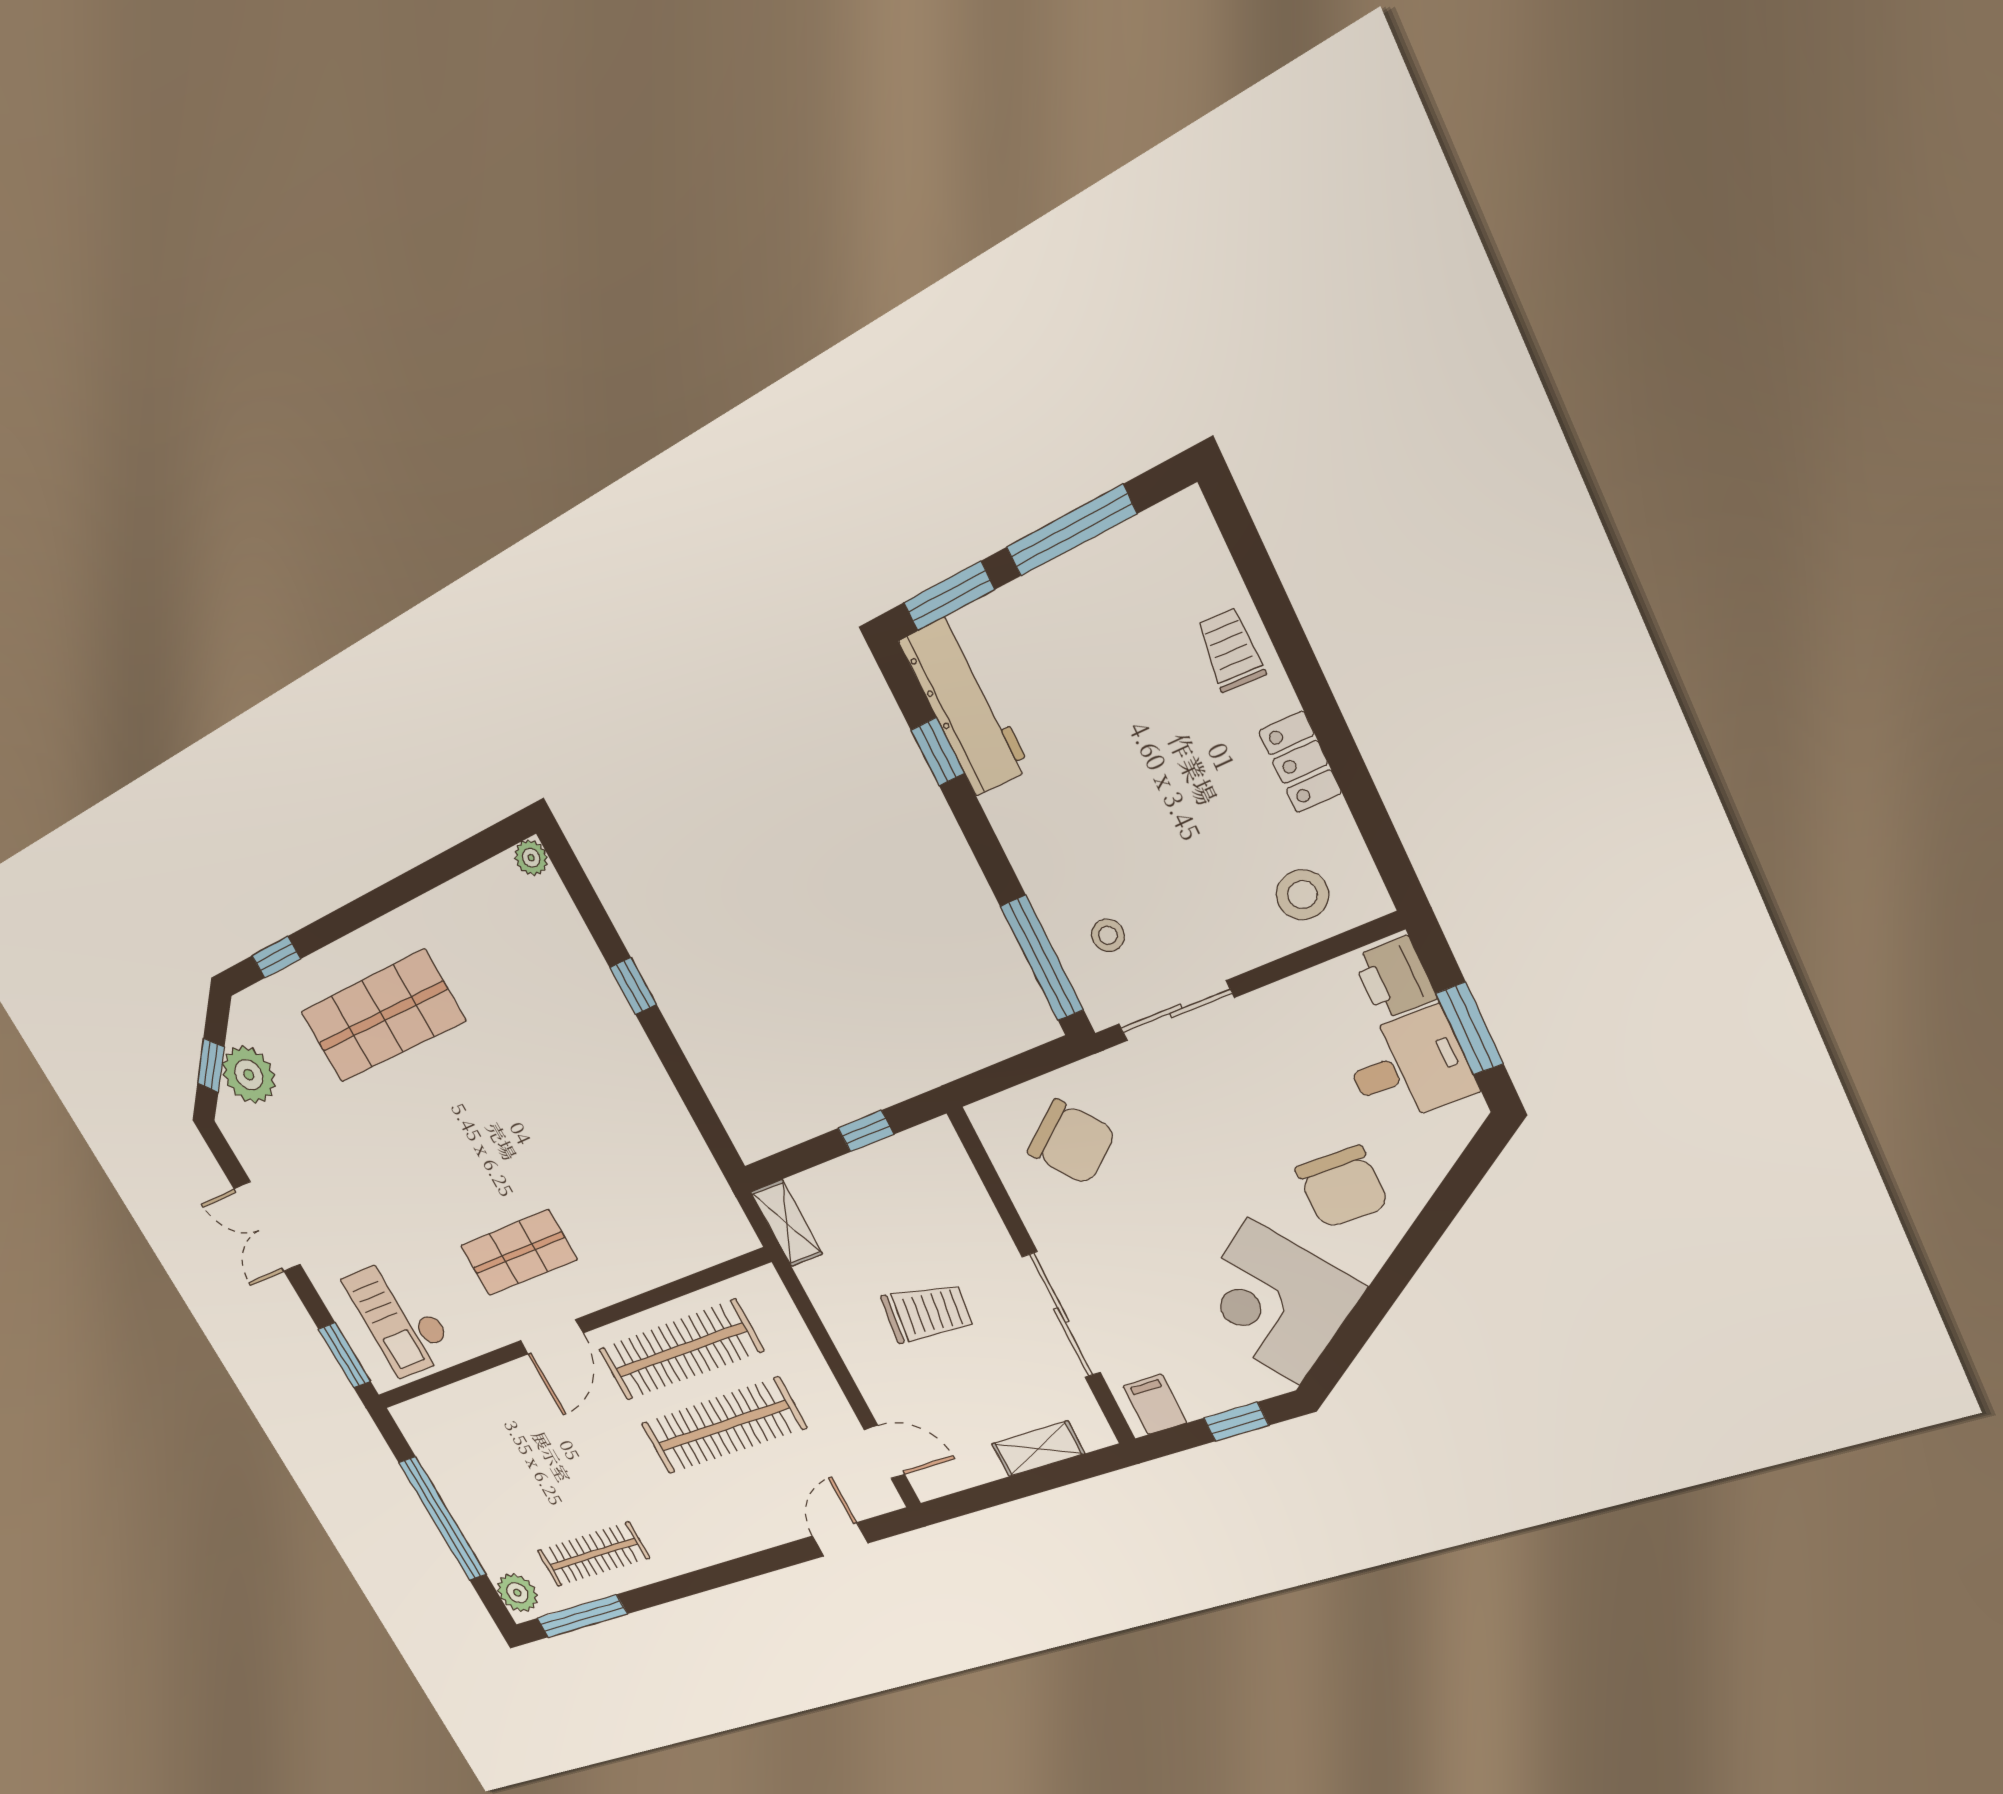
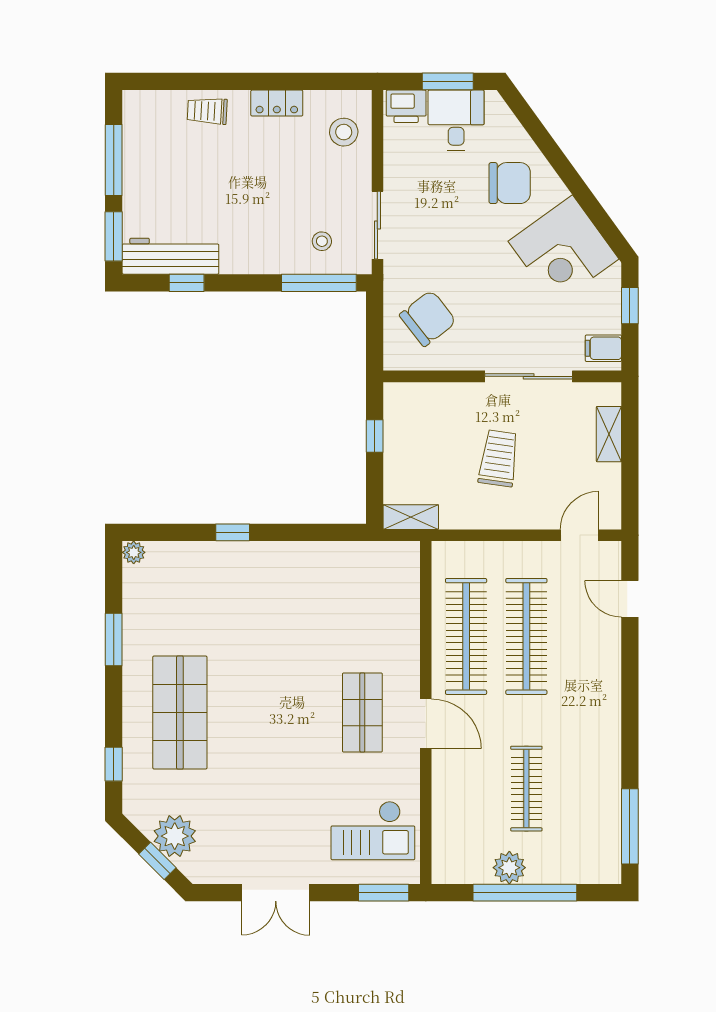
window: (413, 884) -> (114, 640), added
clothes rail: (593, 1554) -> (526, 789), moved
plant: (517, 1593) -> (509, 868), moved

